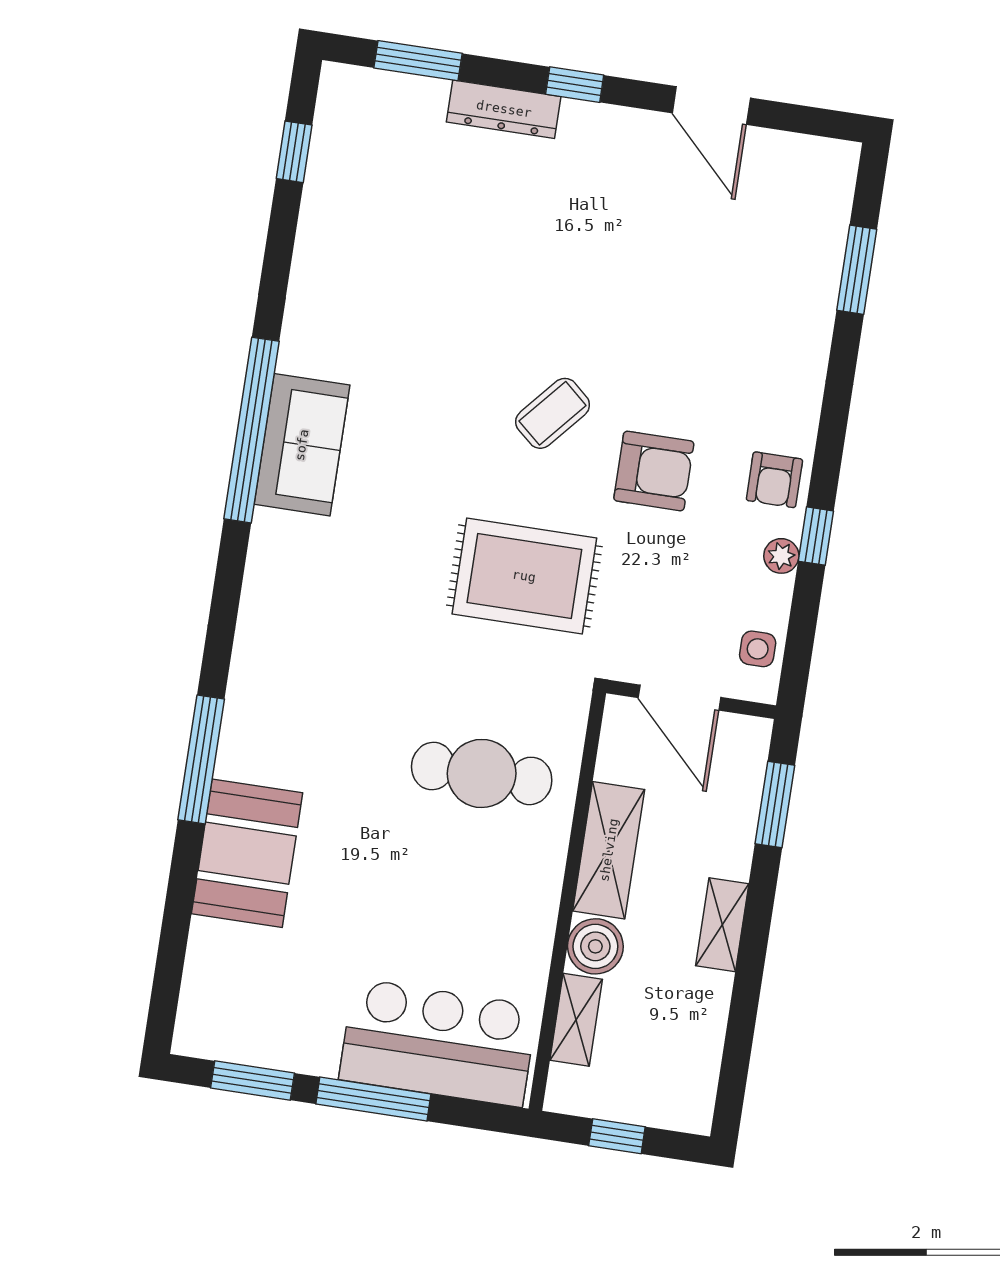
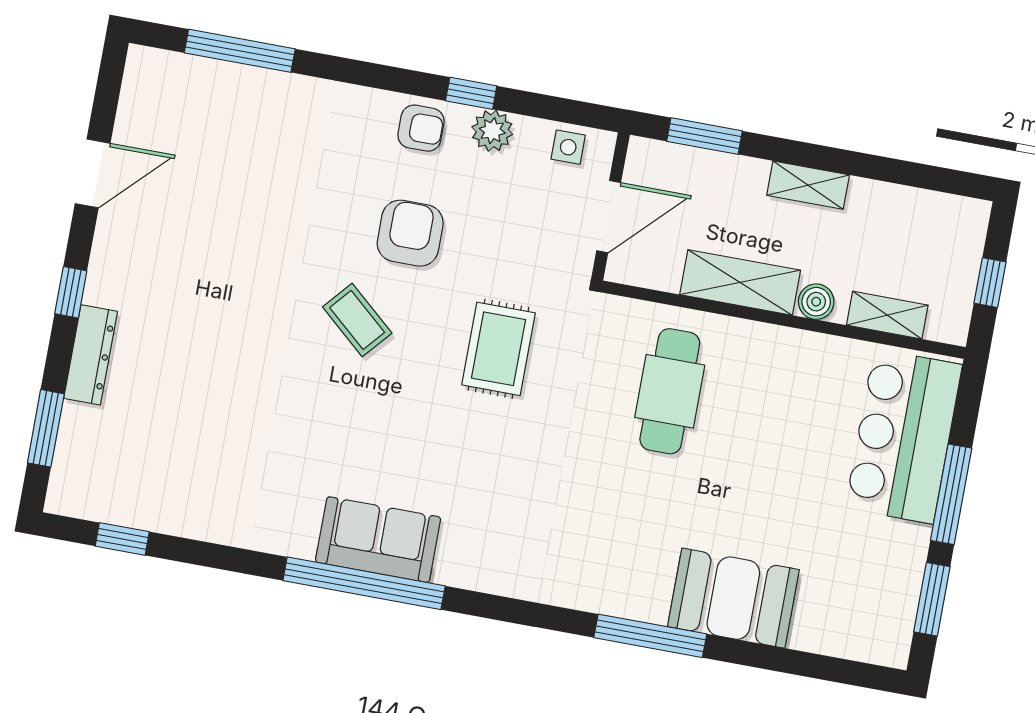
window: (857, 270) -> (240, 51), width x1.44
plant: (781, 556) -> (492, 131), width x1.38, depth x1.38
rug: (524, 576) -> (499, 349), width x0.73, depth x0.70
boiler: (595, 946) -> (816, 302), width x0.73, depth x0.73

